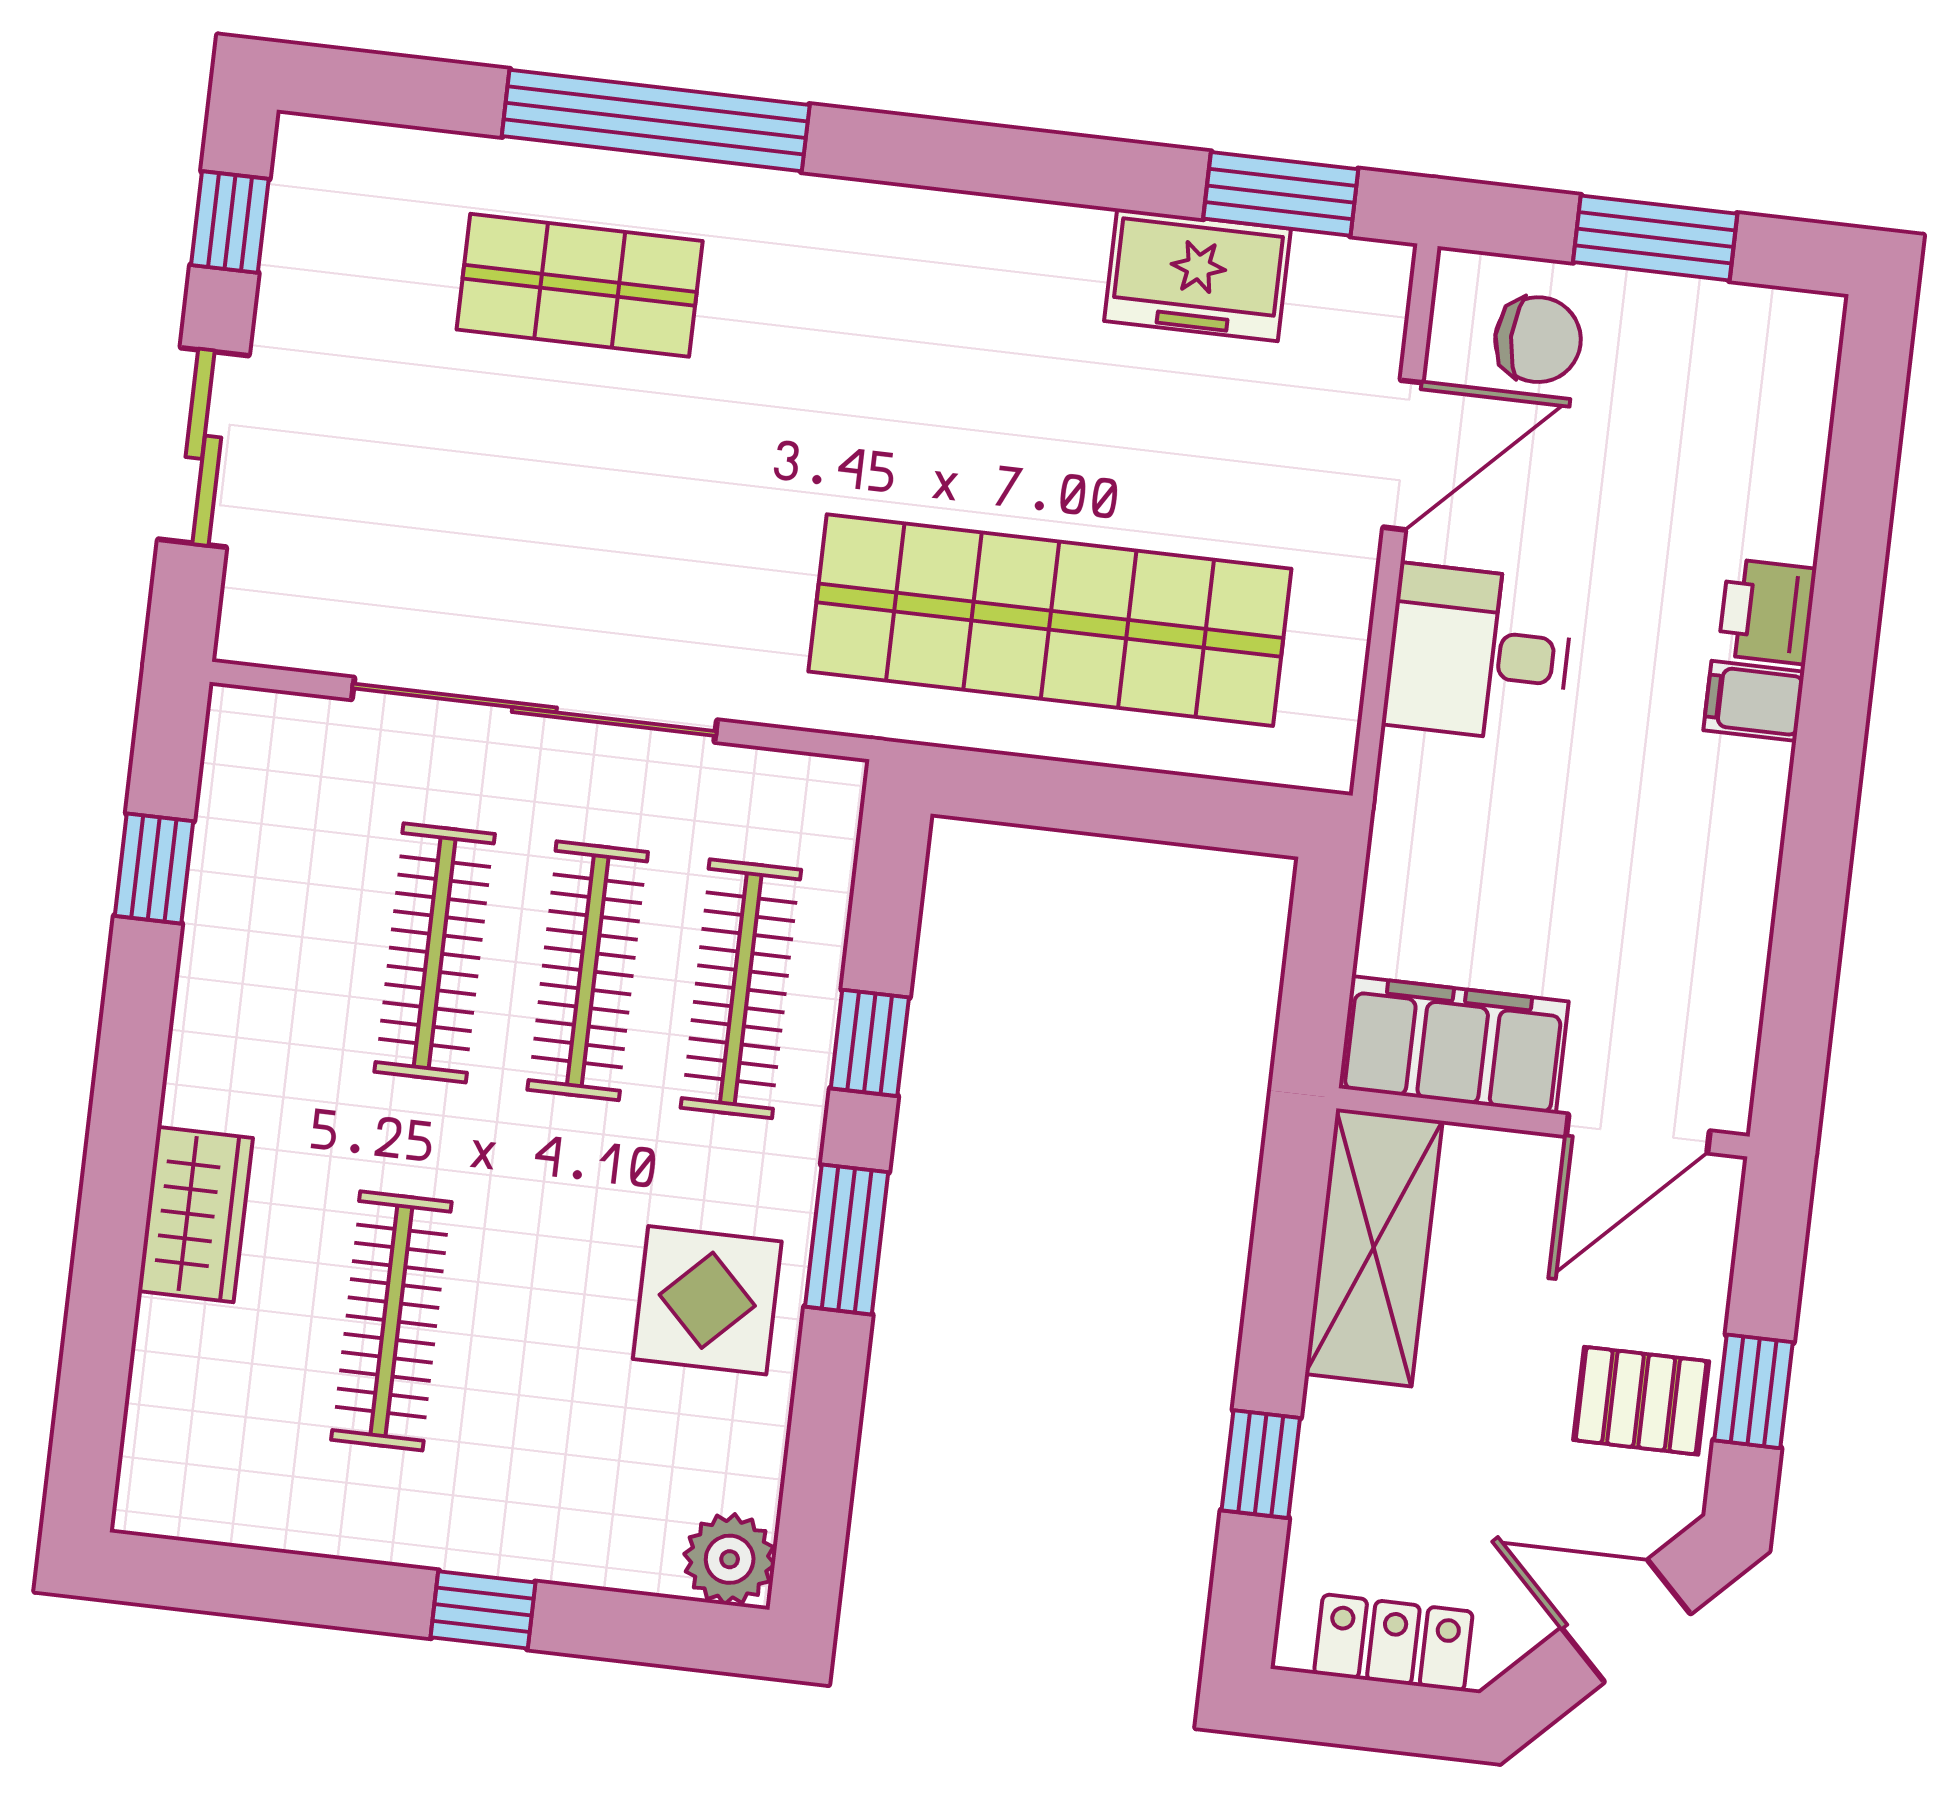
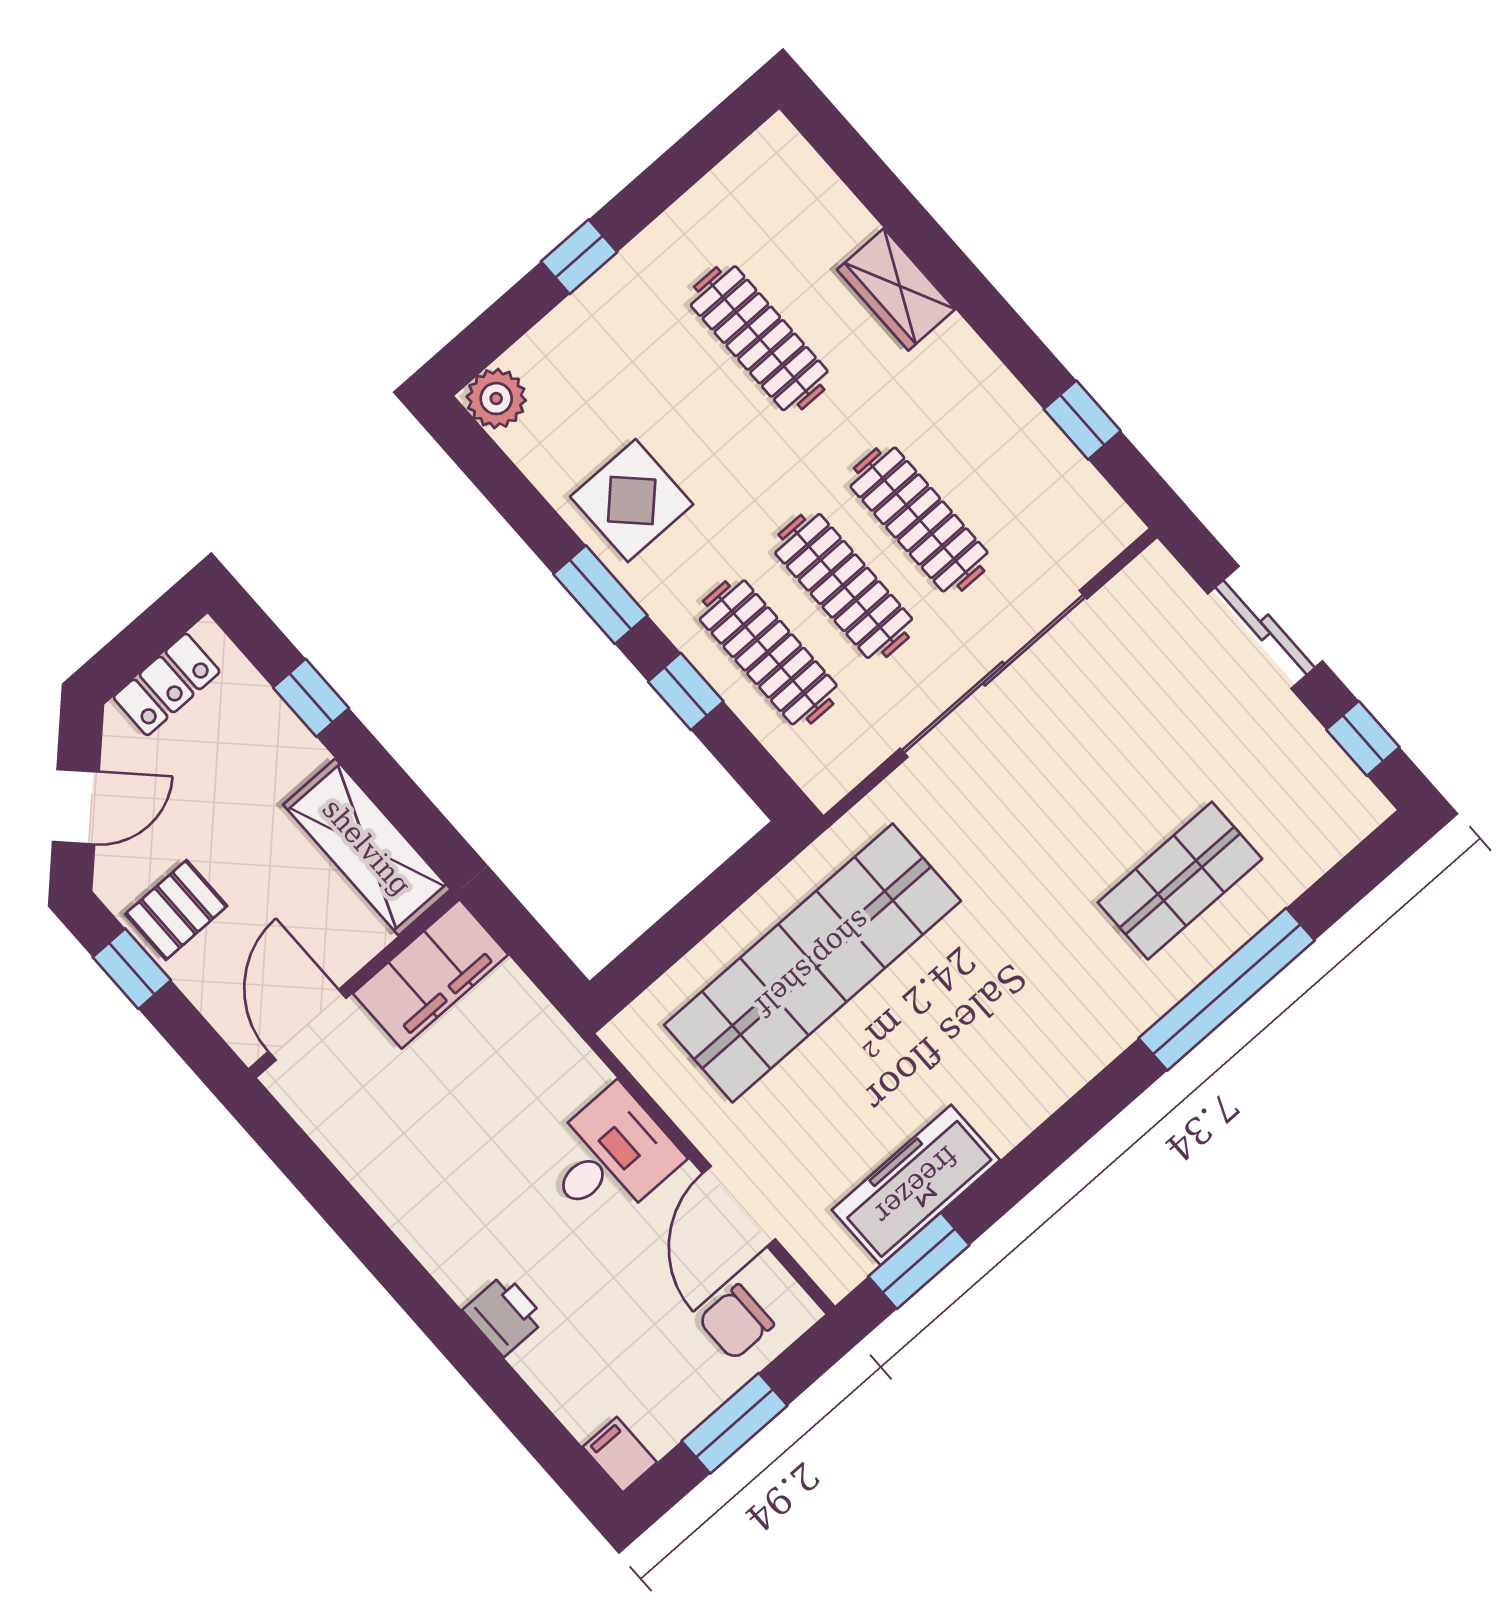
freezer: (1198, 275) -> (916, 1185), width x1.40
filing cabinet: (1754, 701) -> (620, 1455), moved, turned -90

